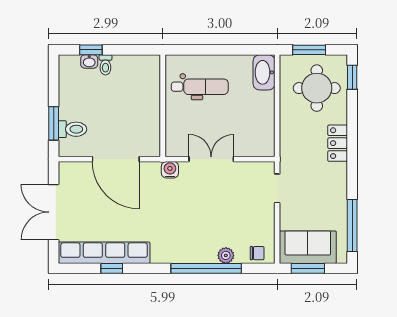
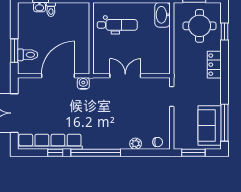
window: (352, 77) -> (224, 31), moved
door: (116, 159) -> (58, 76), swing flipped
water cooler: (170, 170) -> (83, 83), moved
sofa: (308, 247) -> (210, 125), moved, turned -90
window: (206, 268) -> (96, 153), moved

